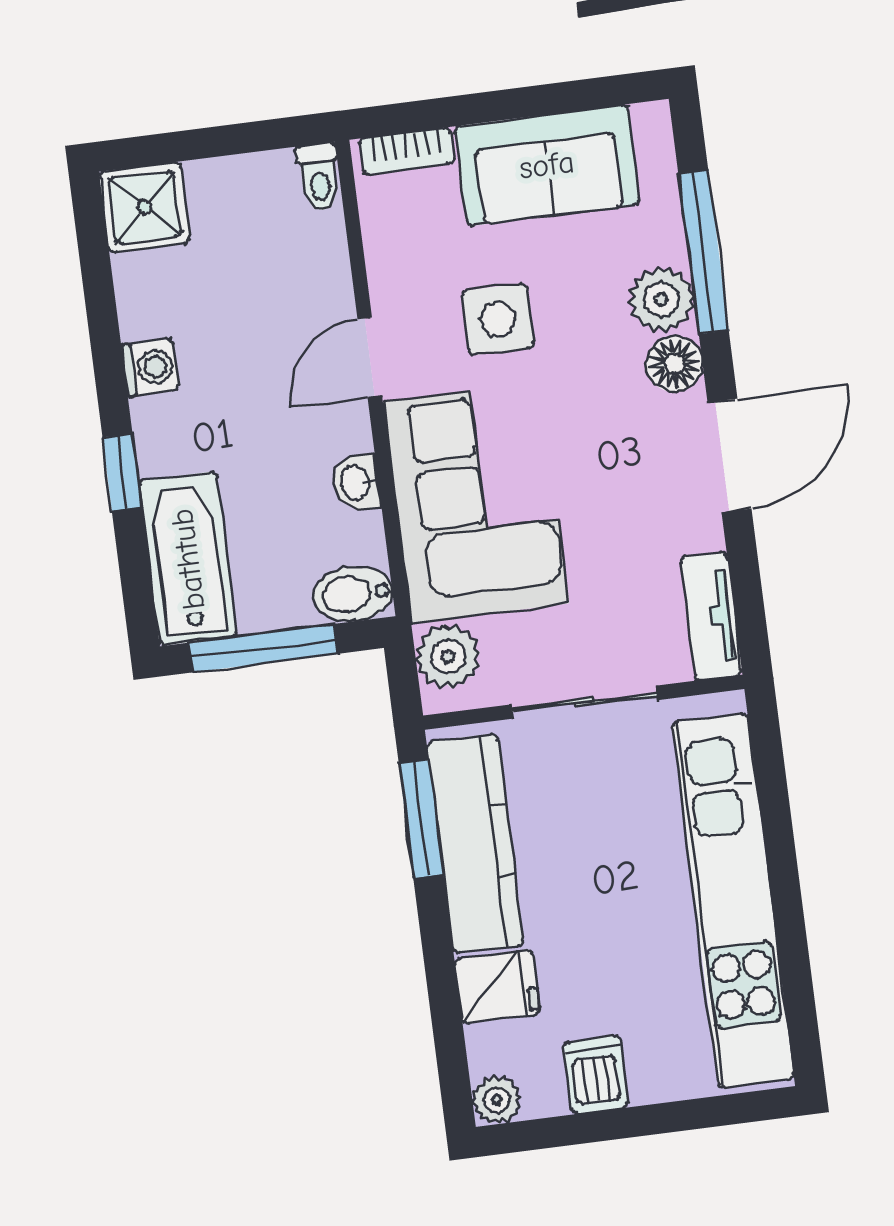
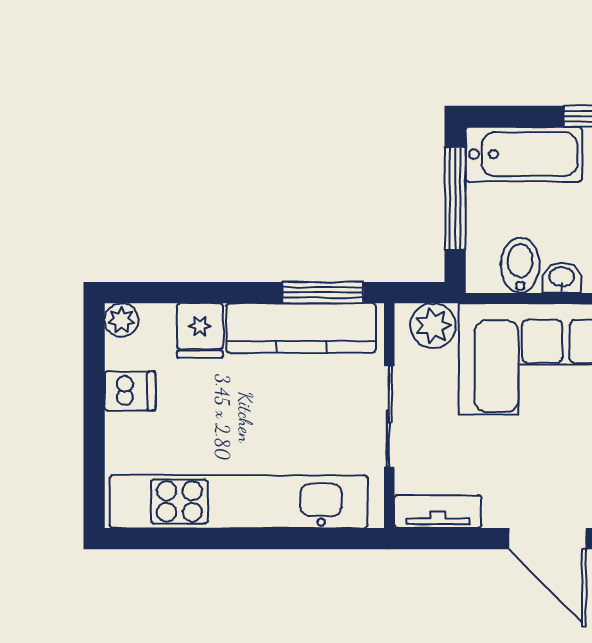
bidet: (353, 594) -> (520, 265), moved

